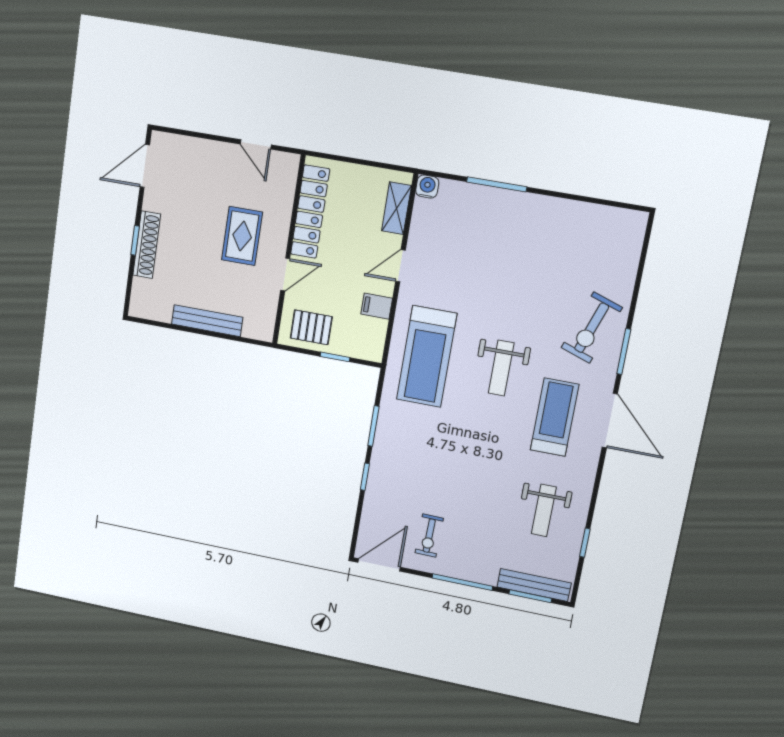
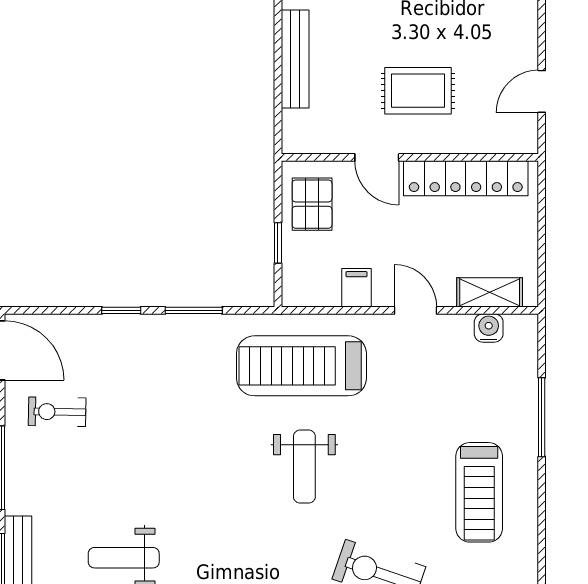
water cooler: (427, 187) -> (489, 328), moved, turned -90
weight bench: (501, 368) -> (304, 467), turned -90
treadmill: (555, 417) -> (479, 492), moved, turned 90

